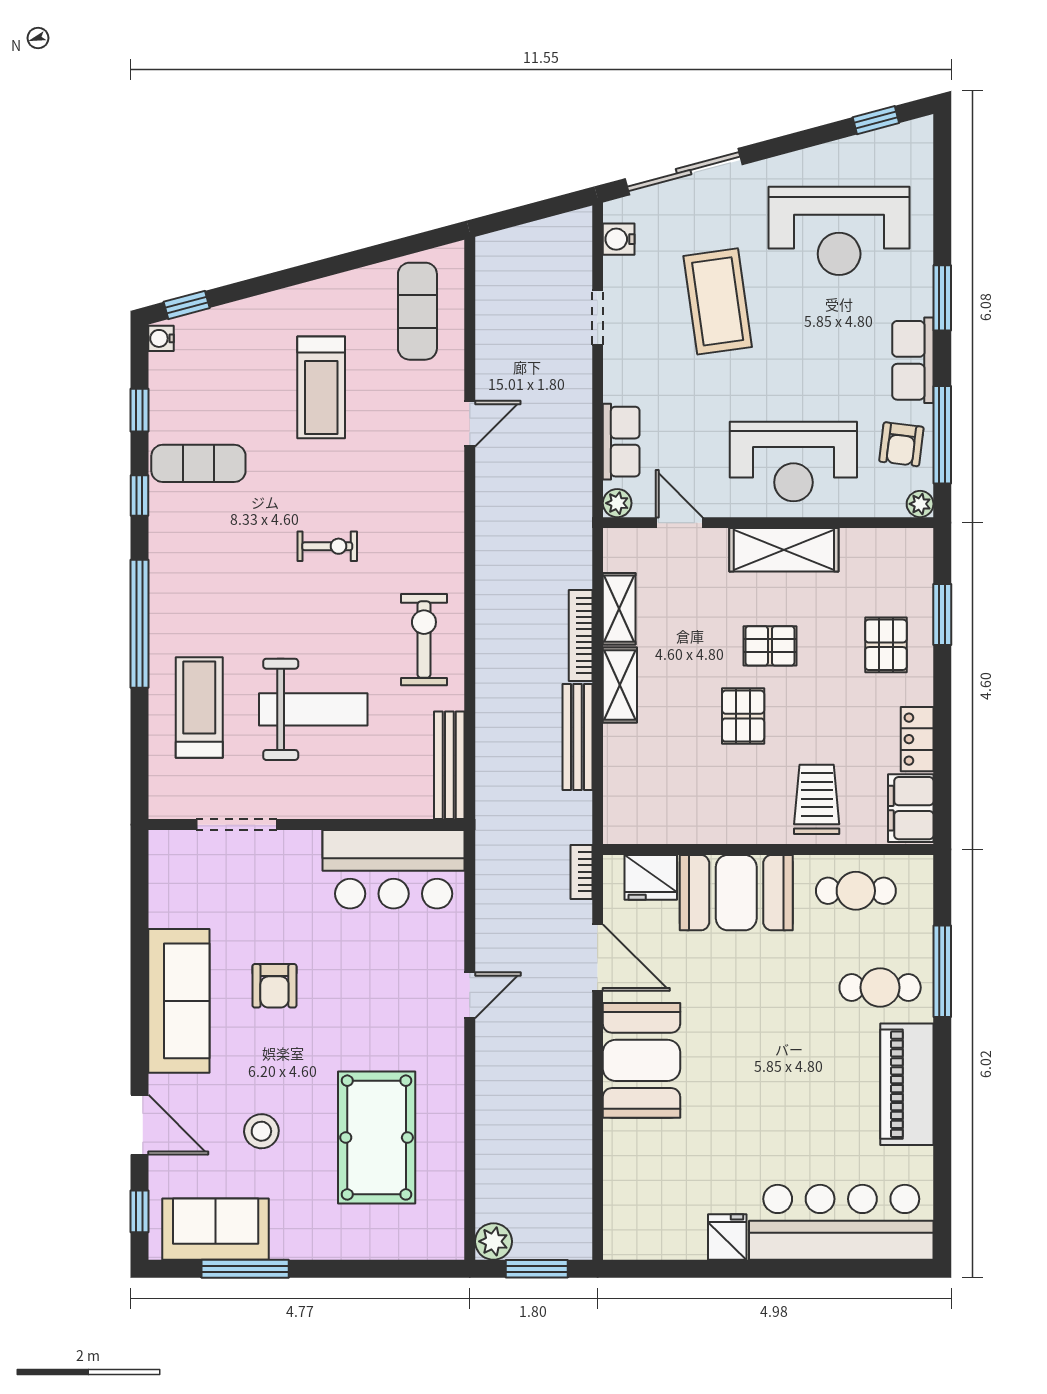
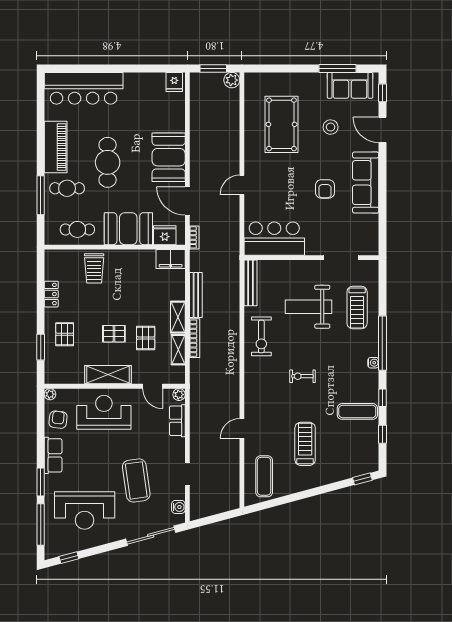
reception desk: (839, 231) -> (85, 510), turned 180
water cooler: (161, 338) -> (373, 363), moved
window: (942, 435) -> (41, 525), moved
pallet: (743, 716) -> (146, 338), moved
filing cabinet: (911, 808) -> (171, 259), moved, turned 90
armchair: (274, 986) -> (325, 189), turned 180
cafe table: (785, 1048) -> (108, 162), added
fridge: (727, 1237) -> (174, 82), moved

